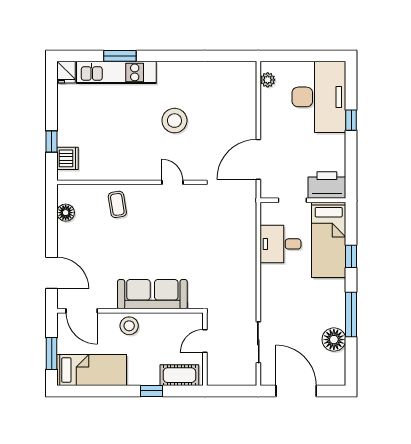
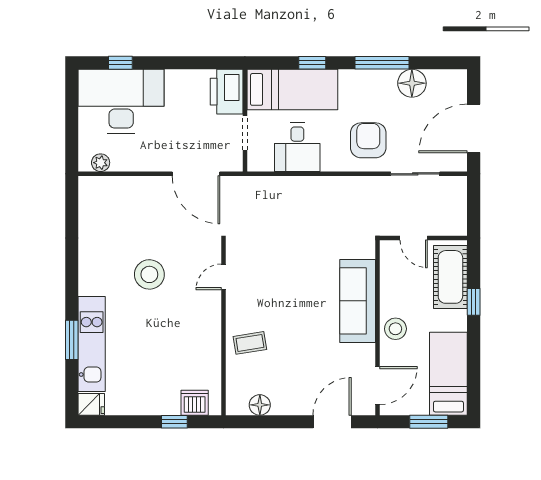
window: (351, 120) -> (120, 63), moved
armchair: (286, 303) -> (368, 140), added
cot: (179, 375) -> (450, 277), width x1.37, depth x1.34

